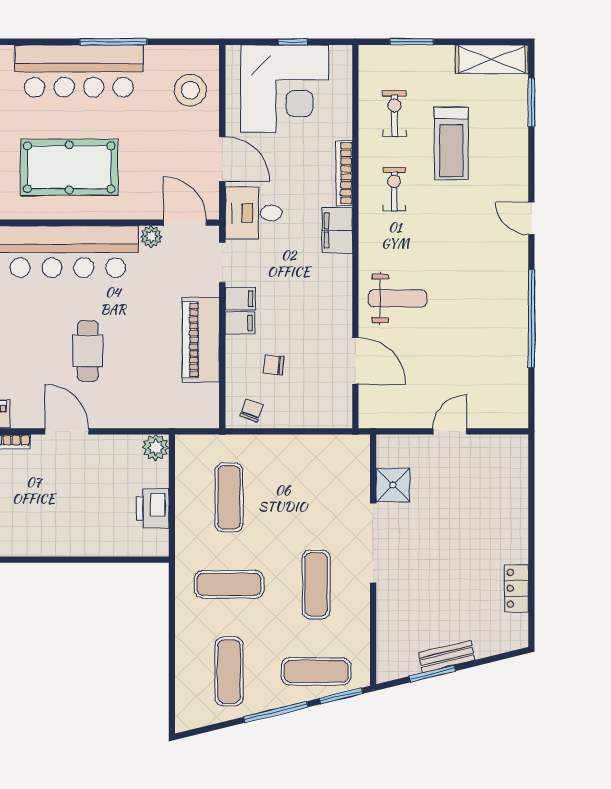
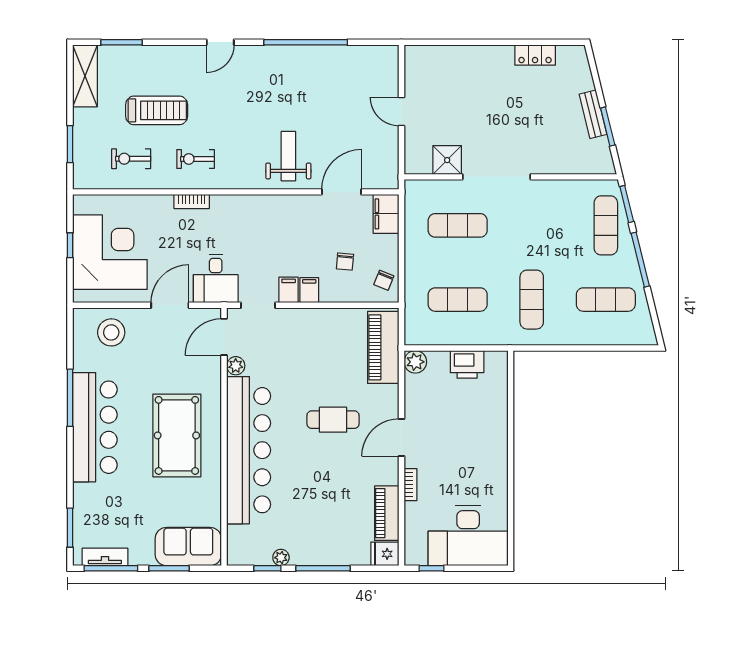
bookcase: (344, 173) -> (192, 202), width x0.64
filing cabinet: (337, 230) -> (386, 214), moved, turned 90
piano: (201, 340) -> (383, 347), moved, turned 90
chair: (252, 411) -> (384, 280), turned -88
exercise mat: (316, 584) -> (458, 225), moved

